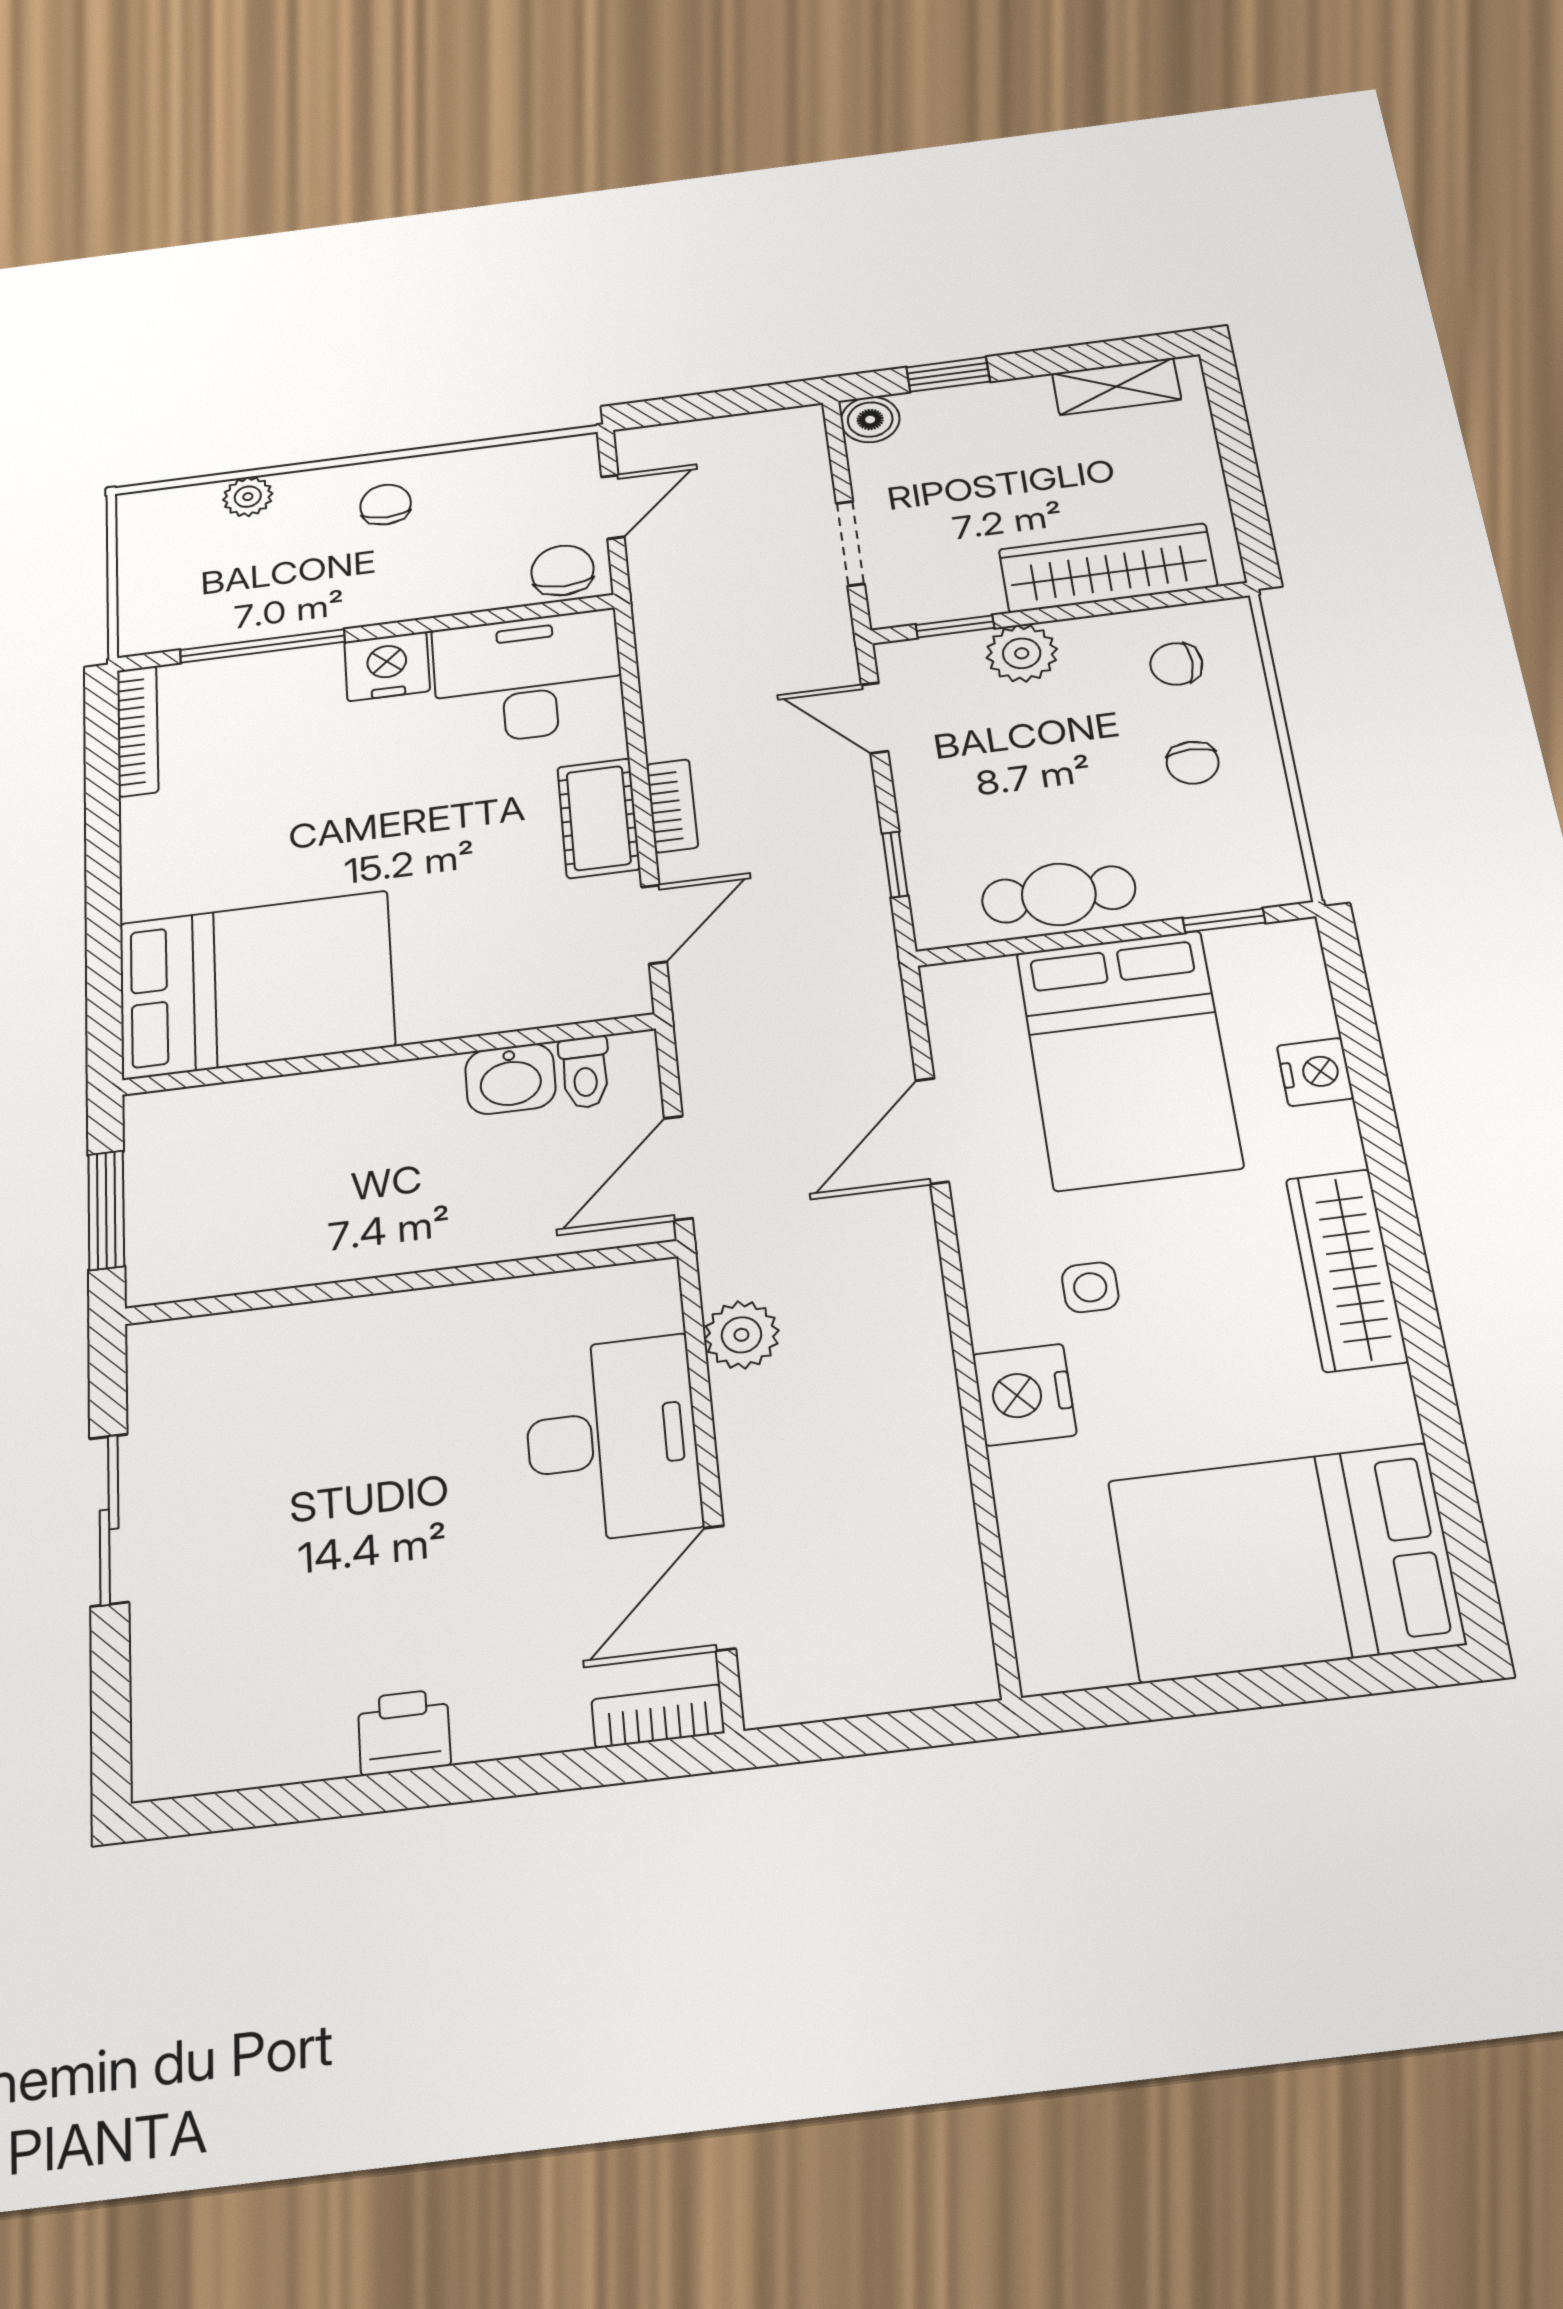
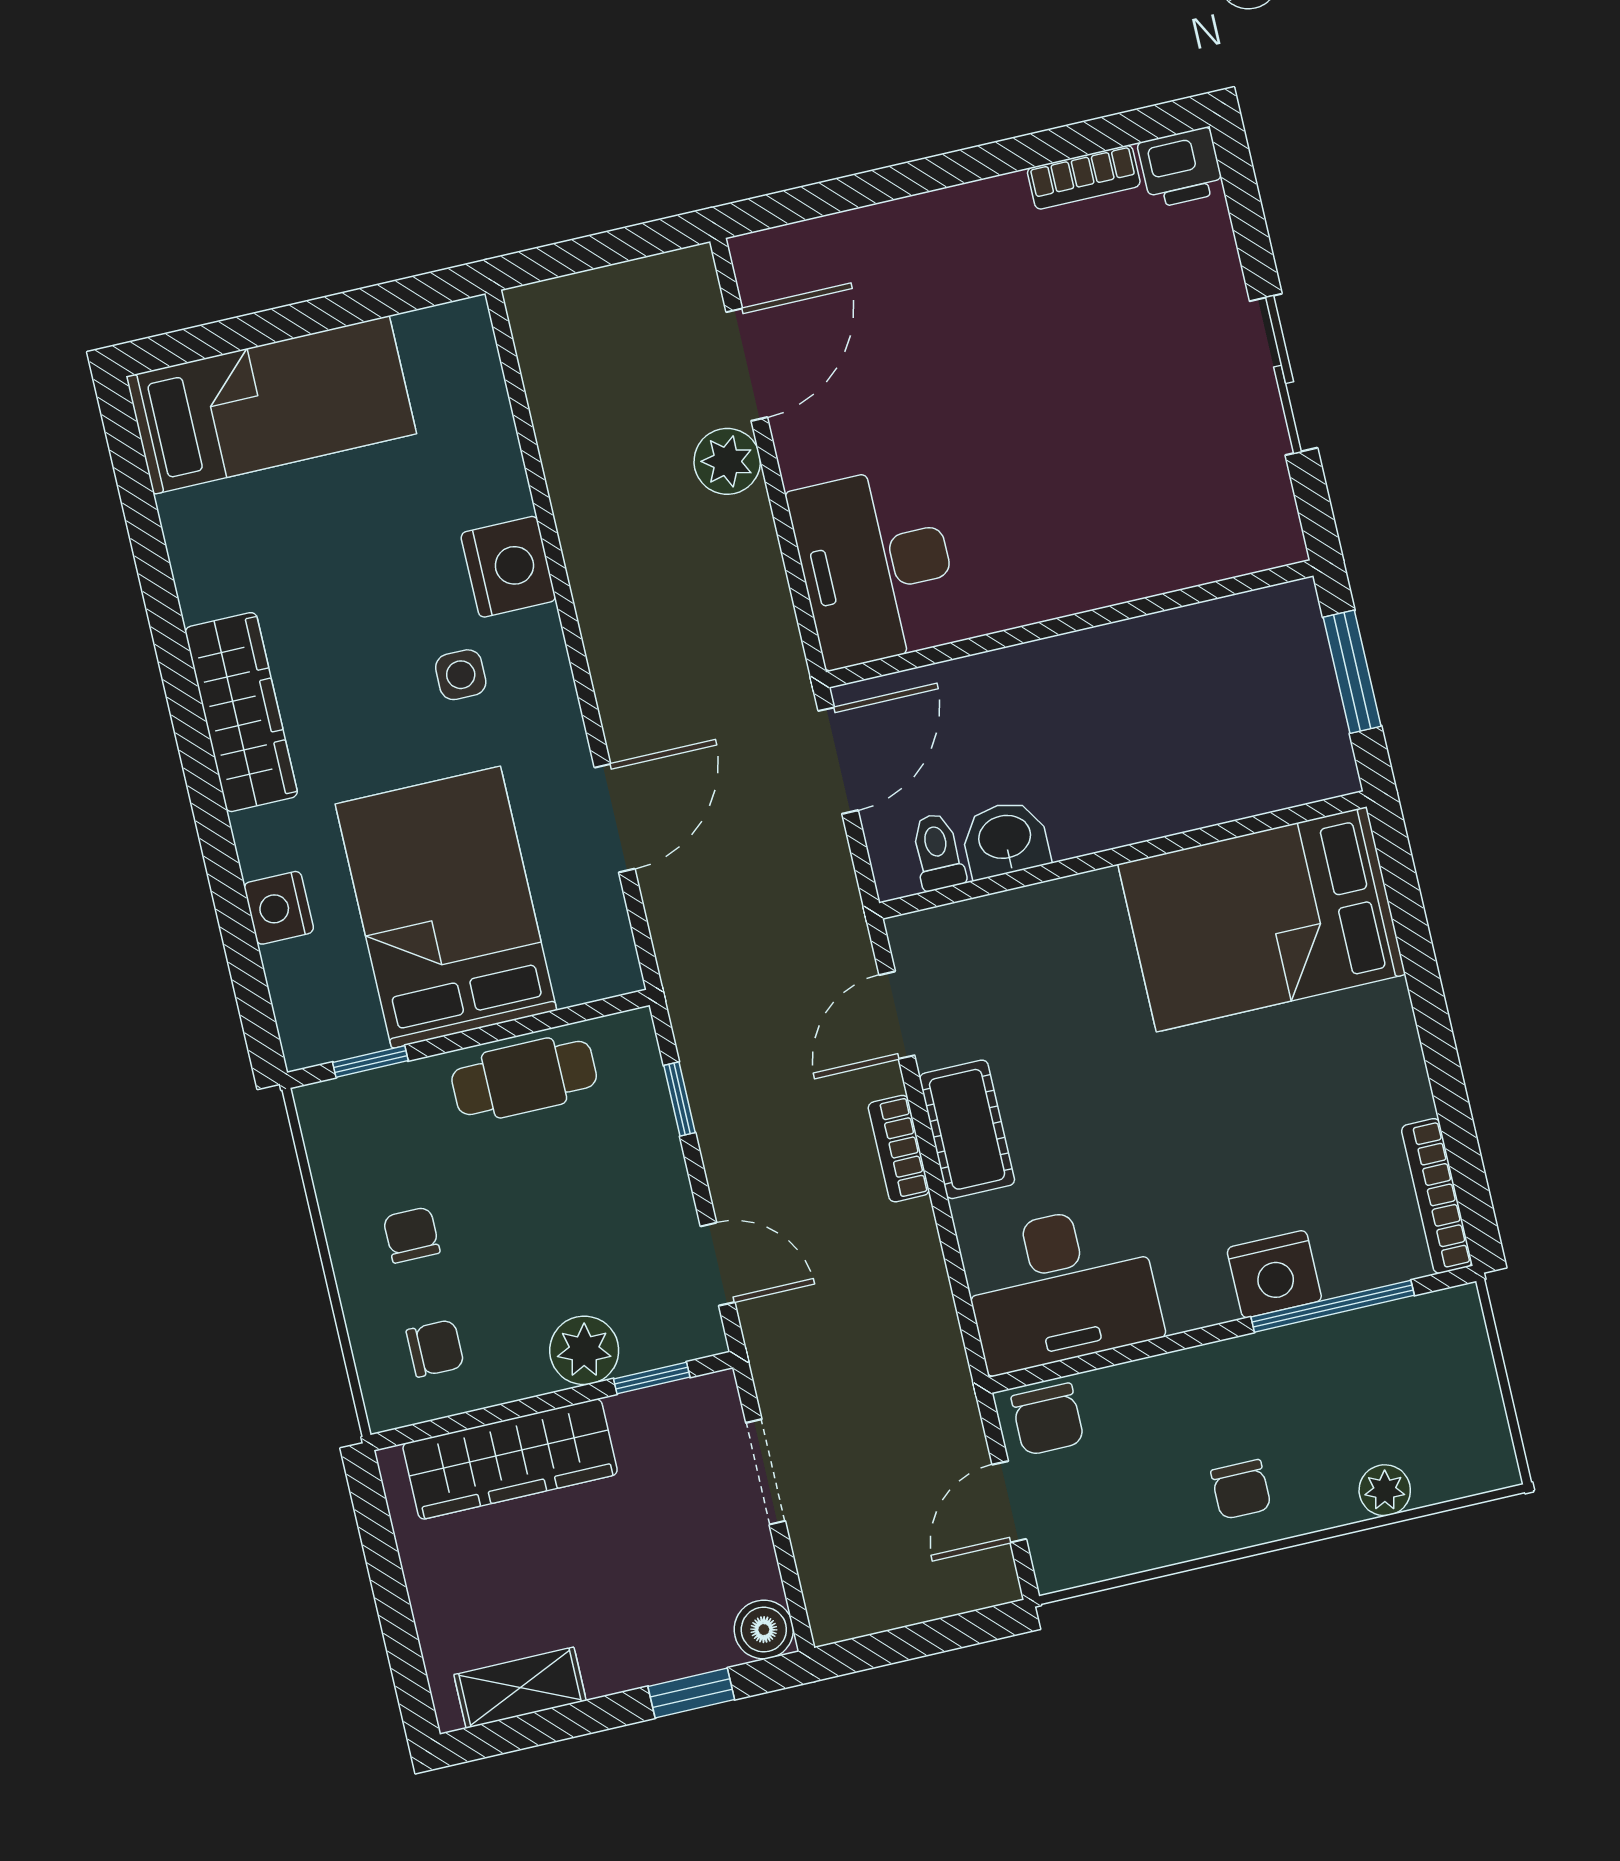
nightstand: (387, 666) -> (1274, 1274), moved
plant: (741, 1335) -> (727, 461), moved
desk: (612, 1439) -> (876, 566), moved
bed: (1285, 1562) -> (271, 405), width x0.67
bookcase: (658, 1716) -> (1084, 177), moved
printer: (404, 1732) -> (1181, 168), moved

